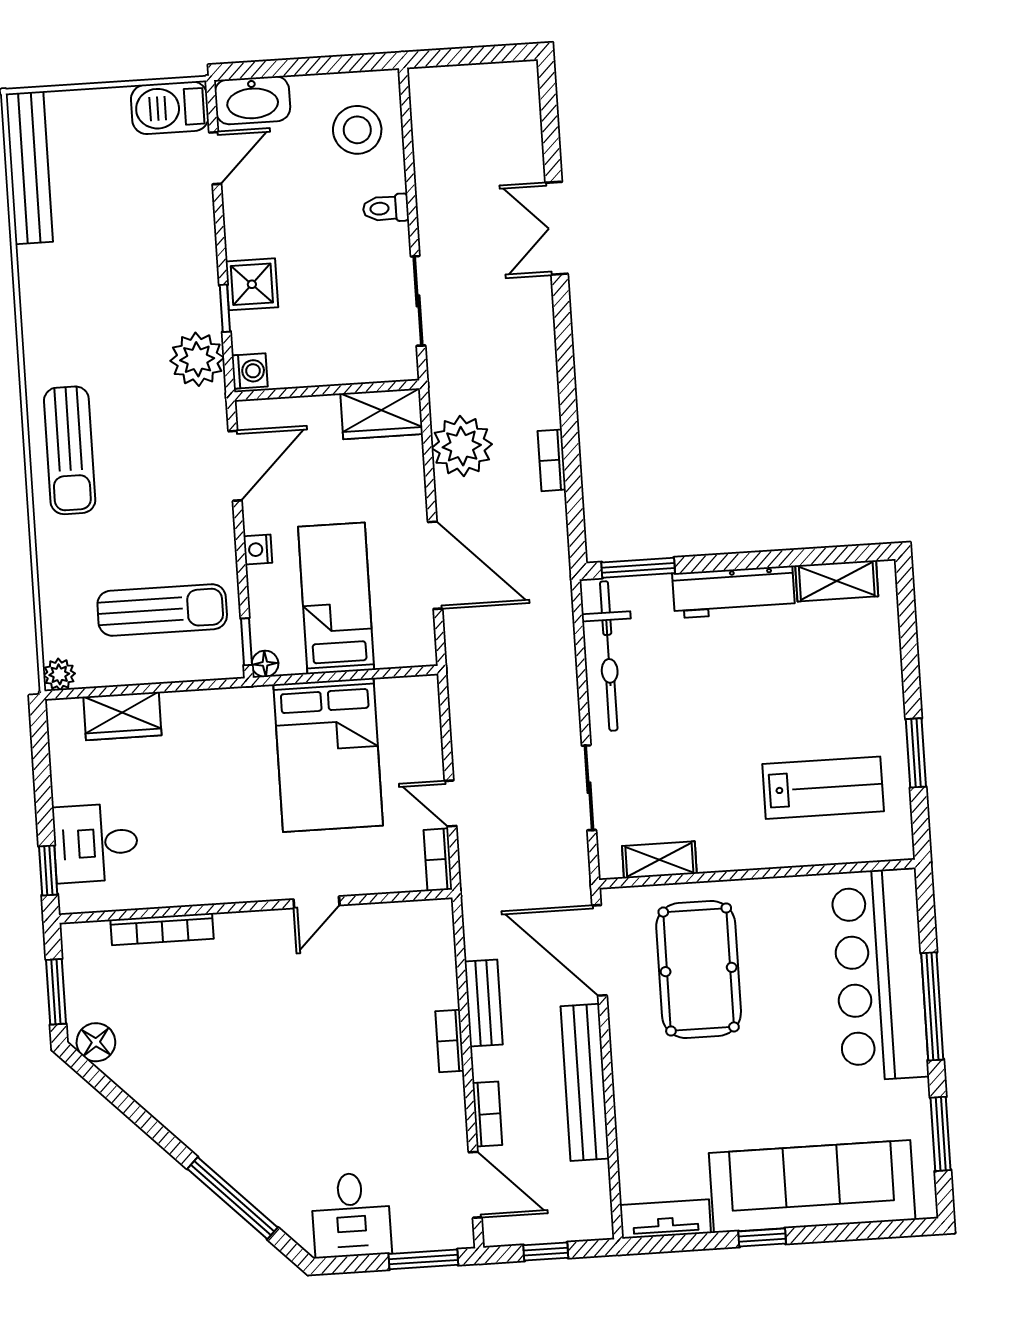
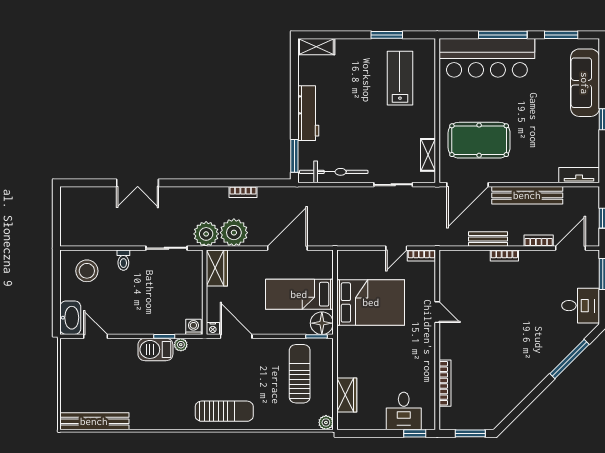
barbecue: (170, 108) -> (155, 349), moved, turned 90
shower: (252, 284) -> (154, 323), removed
plant: (197, 359) -> (181, 345), width x0.53, depth x0.53
plant: (455, 385) -> (206, 234), added
nightstand: (258, 549) -> (213, 328), moved
shelving: (837, 581) -> (316, 47), moved, turned 90
floor lamp: (265, 664) -> (322, 323), width x1.89, depth x1.89
floor lamp: (96, 1042) -> (494, 417), removed
sofa: (812, 1186) -> (585, 83), width x0.74, depth x0.79
tv unit: (665, 1219) -> (579, 175), moved, turned 90

